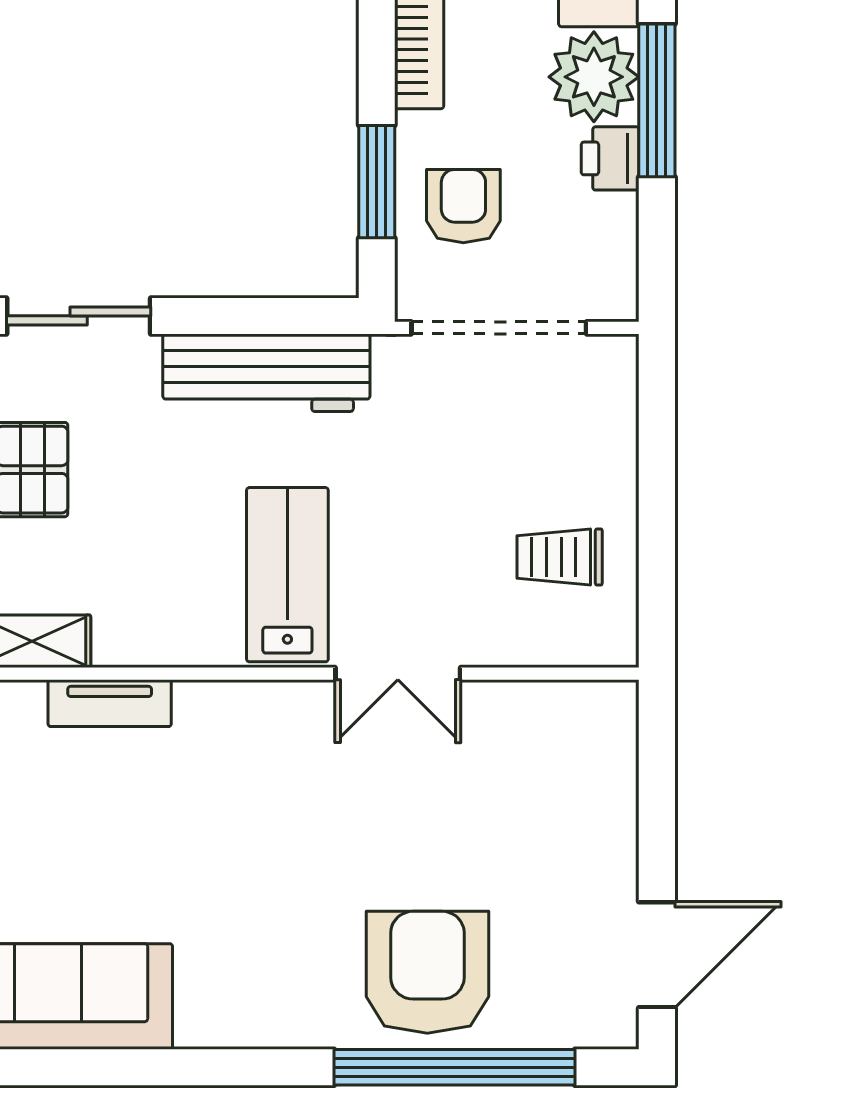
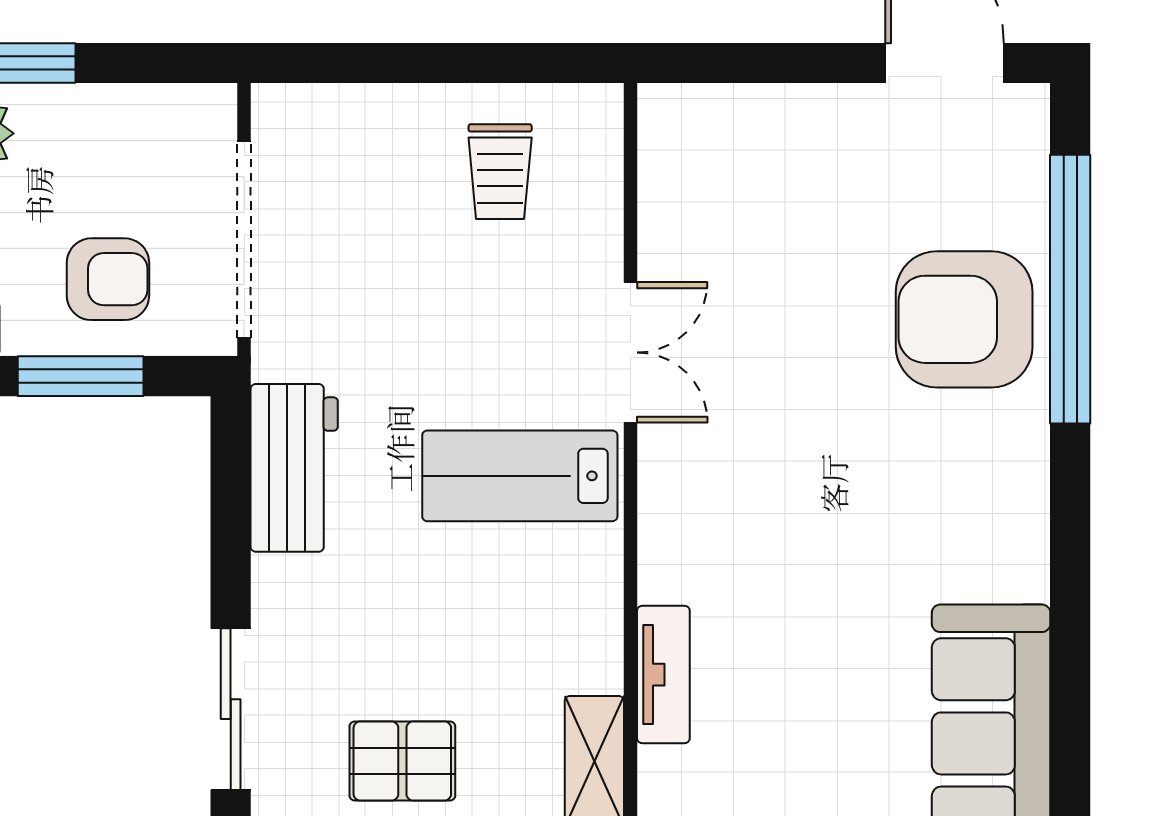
printer: (610, 158) -> (55, 115), removed
armchair: (463, 206) -> (108, 279), turned 180
workbench: (266, 373) -> (294, 468), width x0.73

